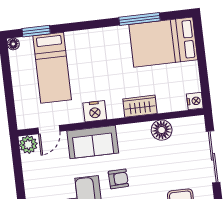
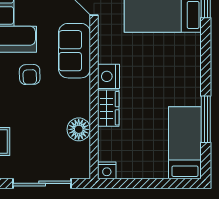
bed: (163, 42) -> (185, 143), width x0.67
nightstand: (95, 111) -> (109, 76), moved

